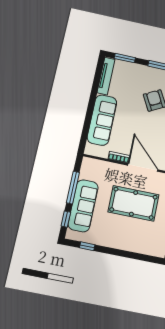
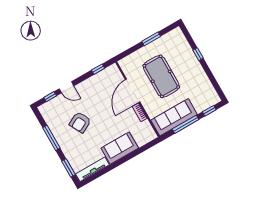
sofa: (102, 120) -> (120, 148), width x0.73
sofa: (83, 206) -> (174, 117), moved
window: (87, 246) -> (198, 54), moved

